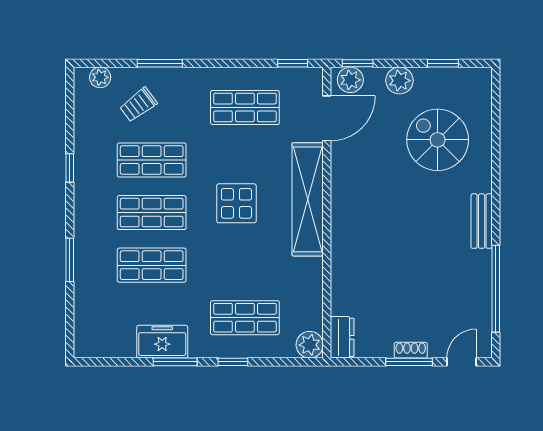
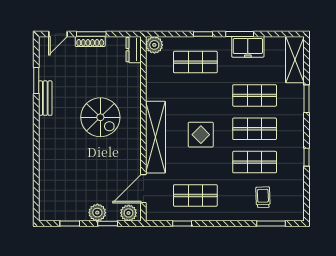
window: (160, 63) -> (271, 223), moved
window: (293, 63) -> (182, 223), moved
window: (358, 63) -> (108, 223), moved
plant: (100, 77) -> (287, 215), removed
trolley: (138, 105) -> (263, 197), turned -55
spiral stairs: (438, 140) -> (100, 117), moved
bench: (482, 221) -> (45, 98), moved
window: (496, 289) -> (36, 81), width x0.47
shelving: (88, 322) -> (295, 60), added
shoe rack: (411, 350) -> (90, 41), width x1.43

